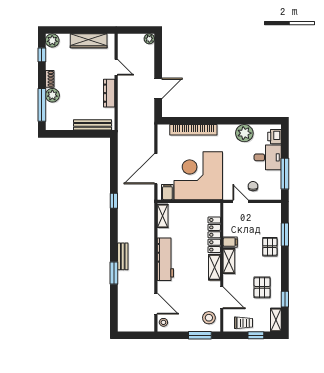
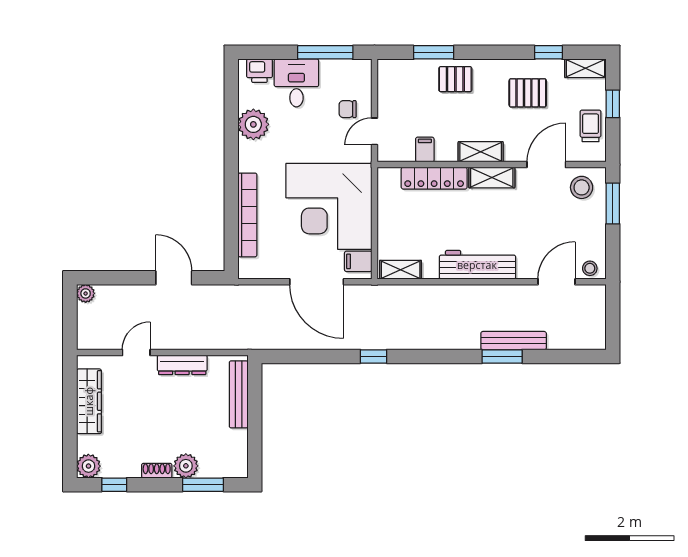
window: (42, 105) -> (203, 485), width x0.69
filing cabinet: (230, 242) -> (425, 150), moved
bench: (123, 256) -> (514, 341), moved, width x1.36

